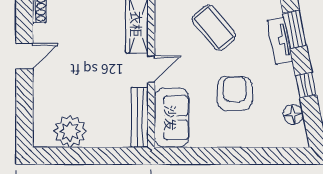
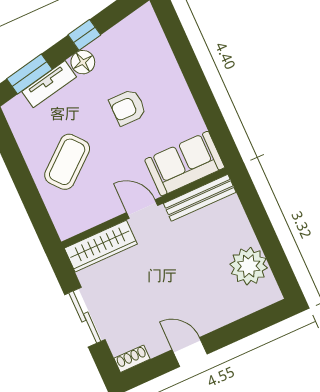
armchair: (235, 93) -> (128, 107), width x0.72, depth x0.72
floor lamp: (293, 114) -> (83, 62), moved

